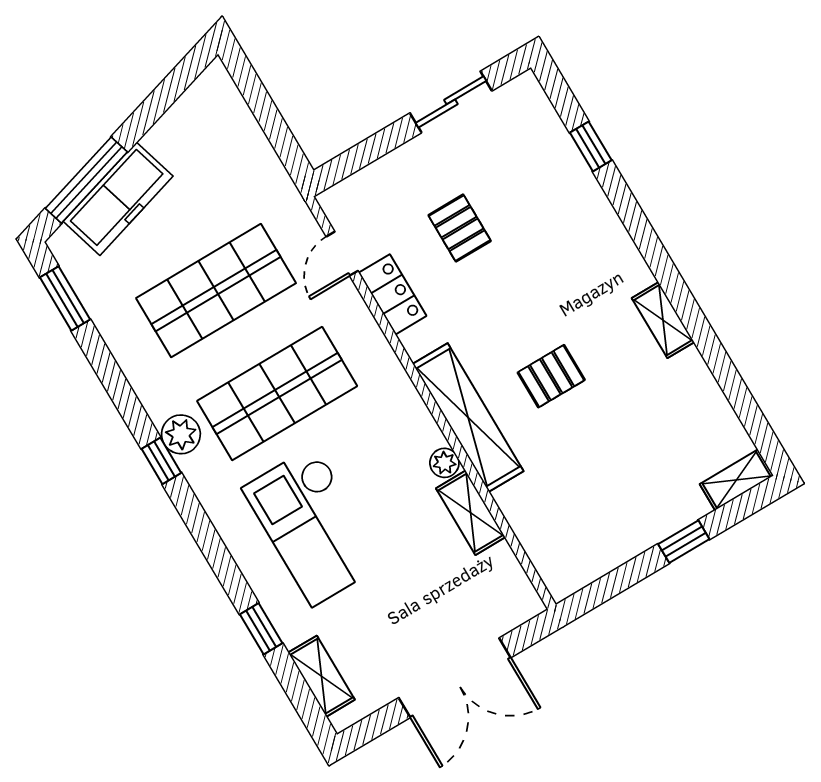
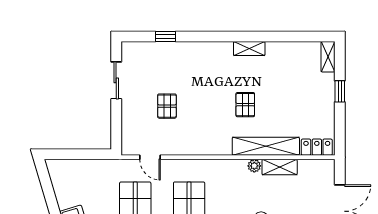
pallet: (460, 228) -> (167, 106), turned 90
locker: (393, 294) -> (317, 147), moved
shelving: (468, 418) -> (266, 146), moved

